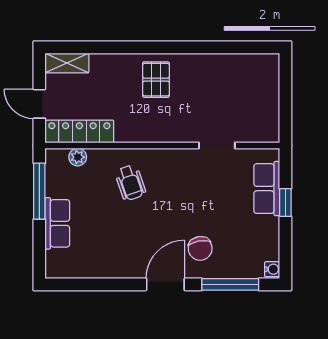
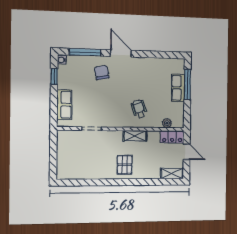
locker: (79, 131) -> (172, 137), width x0.66
shelving: (137, 133) -> (135, 136), added
window: (39, 191) -> (187, 84), moved
window: (285, 202) -> (54, 76), moved
door: (165, 284) -> (121, 53), swing flipped

